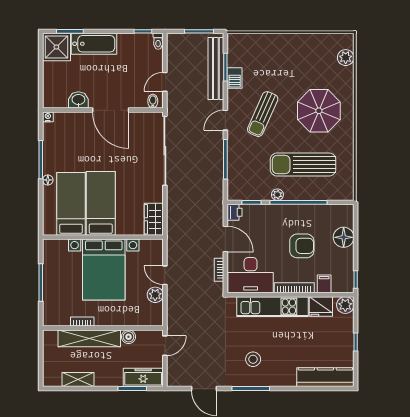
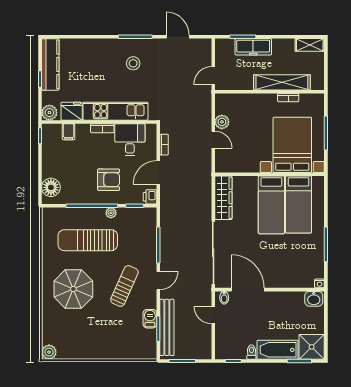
toilet: (158, 41) -> (251, 352), moved
plant: (346, 58) -> (49, 352), moved
door: (165, 82) -> (213, 315), swing flipped
washbasin: (78, 100) -> (314, 299), moved
door: (111, 110) -> (248, 290), moved
sun lounger: (303, 164) -> (88, 240), turned 180
floor lamp: (48, 180) -> (320, 226), removed
wardrobe: (154, 219) -> (223, 198), width x1.50
floor lamp: (344, 237) -> (51, 187), moved
door: (225, 239) -> (158, 172), hinge flipped
armchair: (302, 246) -> (109, 180), moved, turned 180
bed with nightstands: (104, 270) -> (292, 145), moved
desk: (251, 275) -> (130, 140), width x0.73
bookcase: (294, 288) -> (102, 128), width x0.64
boiler: (128, 337) -> (246, 84), removed
freezer: (143, 377) -> (253, 47), moved
kitchen counter: (325, 377) -> (50, 64), moved, turned -90
shelving: (78, 380) -> (310, 45), moved

